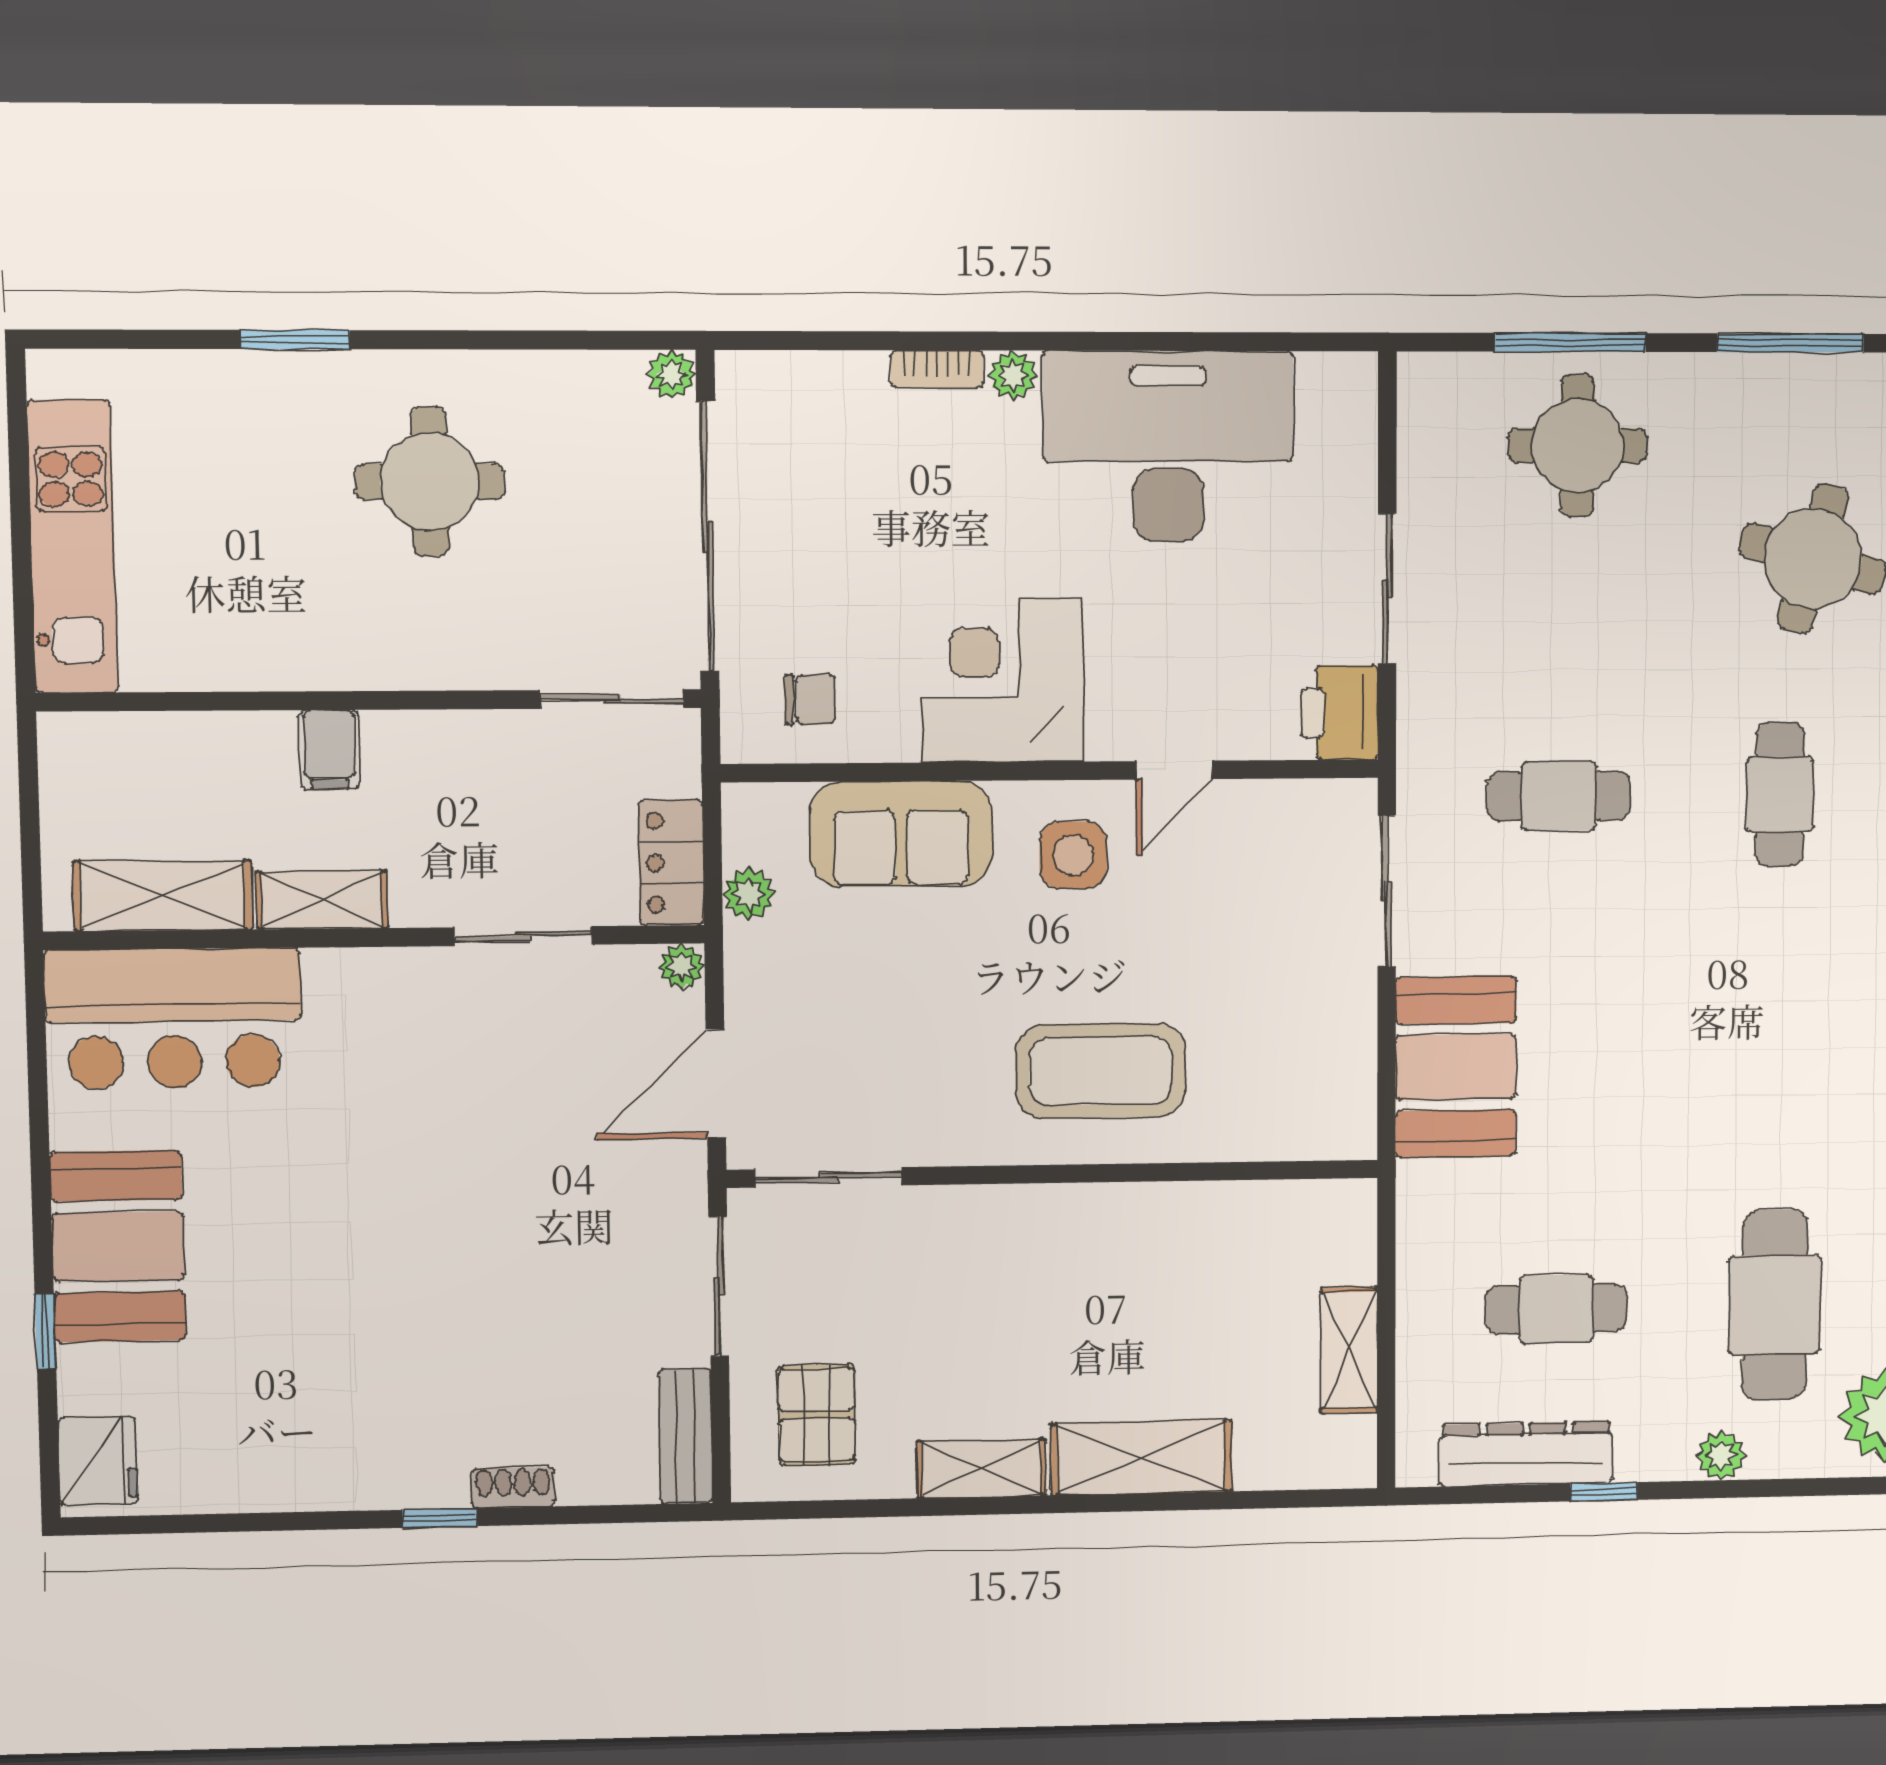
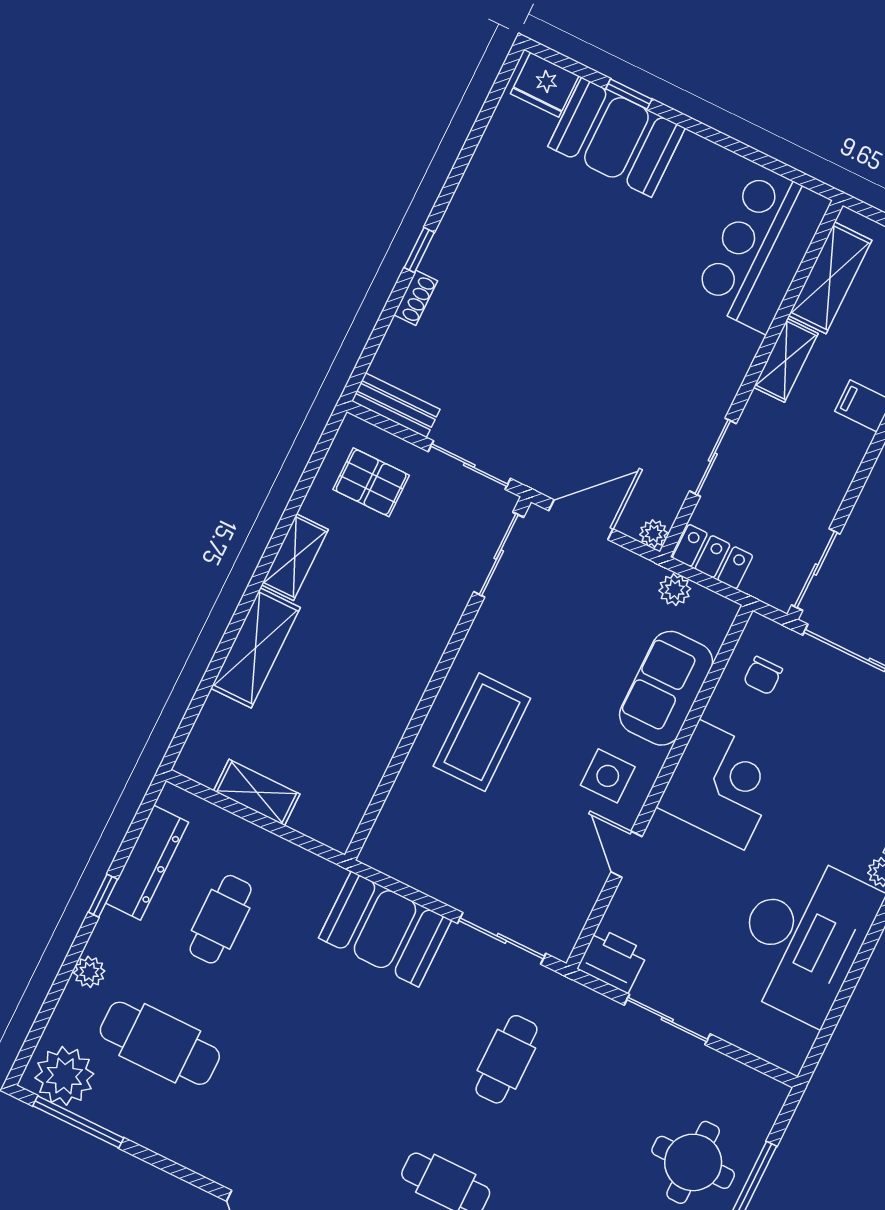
door: (716, 1084) -> (581, 520), hinge flipped
booth: (118, 1246) -> (616, 137), moved

